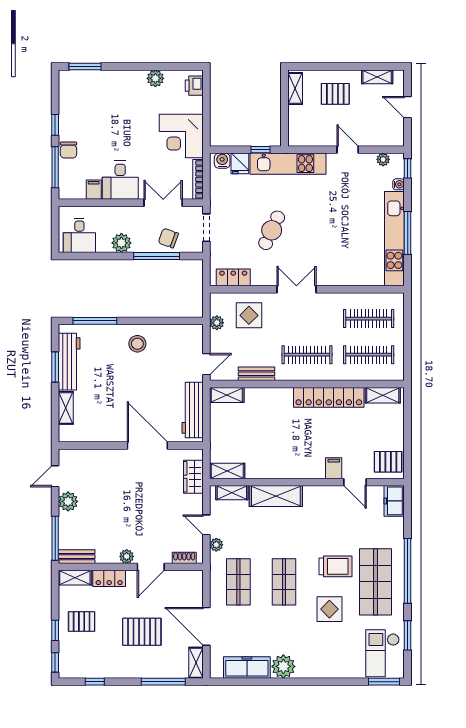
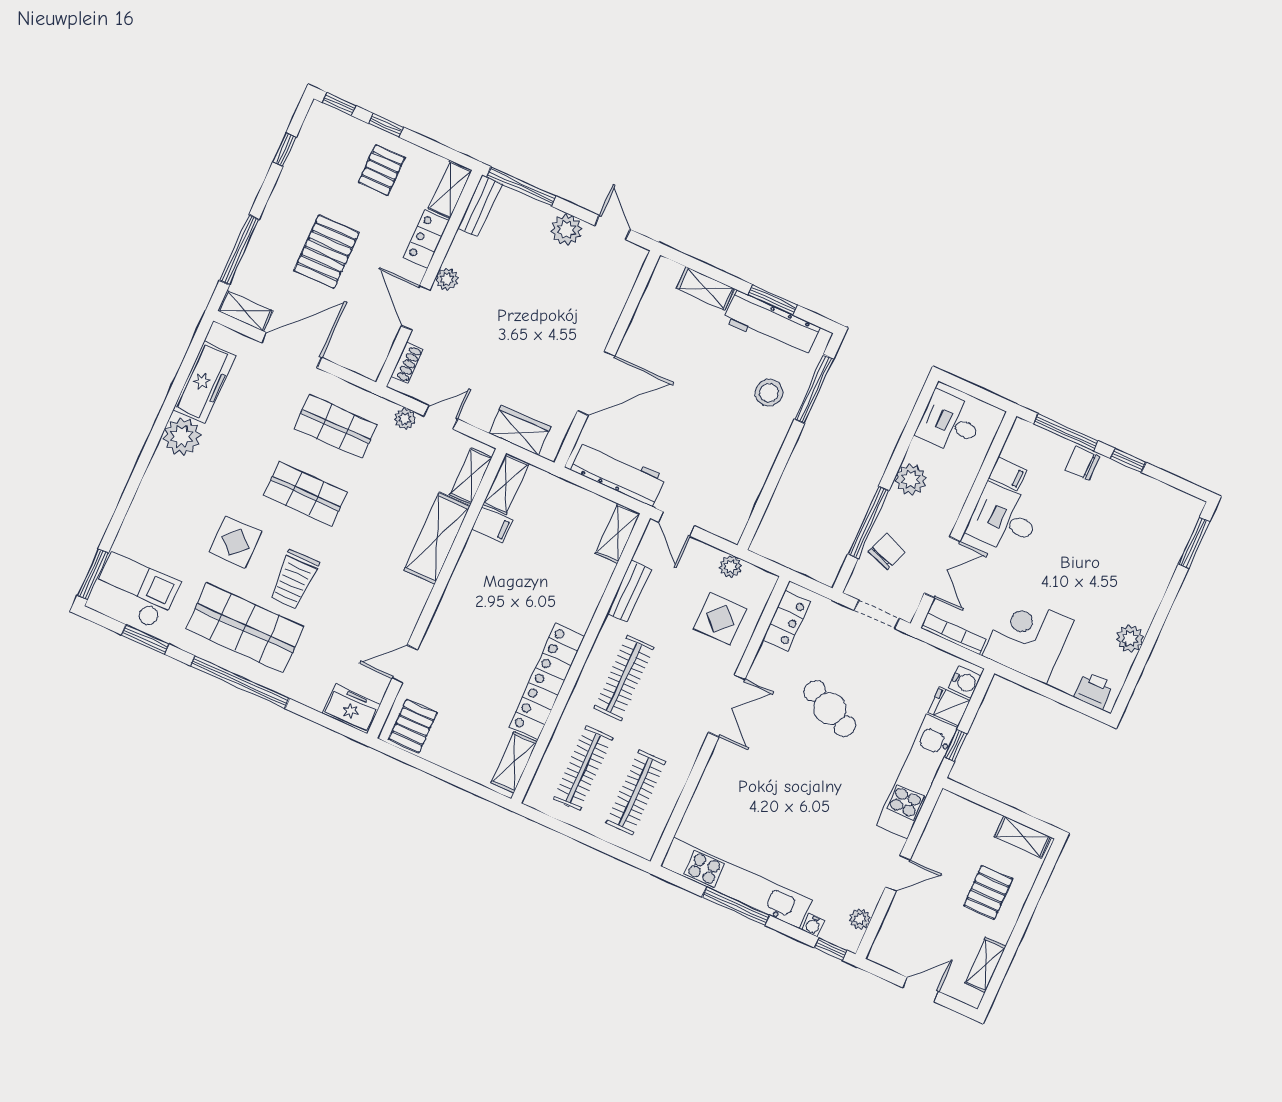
stool: (137, 344) -> (769, 393), moved
filing cabinet: (334, 468) -> (492, 525), moved

